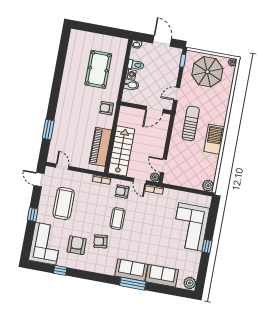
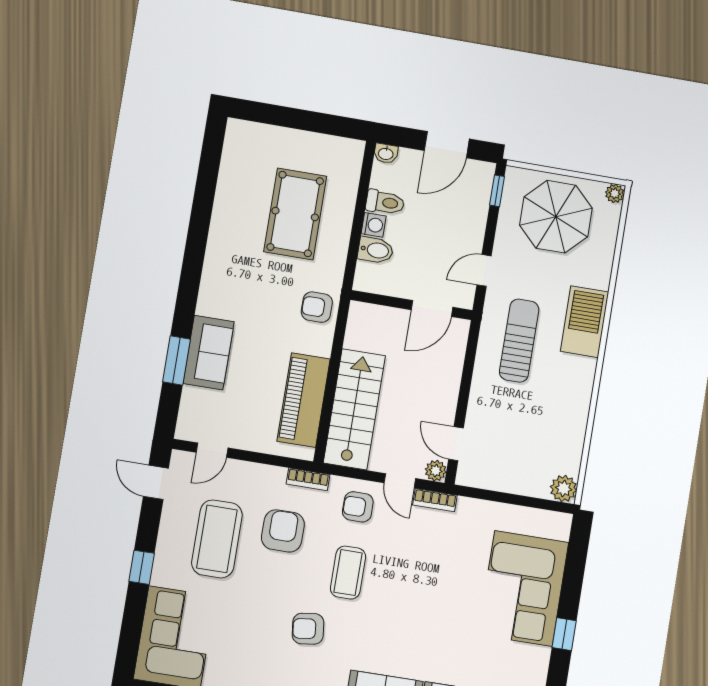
door: (162, 41) -> (447, 145), swing flipped
sofa: (61, 126) -> (209, 353), added
barbecue: (214, 139) -> (585, 322), moved
door: (62, 167) -> (212, 450), swing flipped
armchair: (77, 245) -> (283, 531), moved

